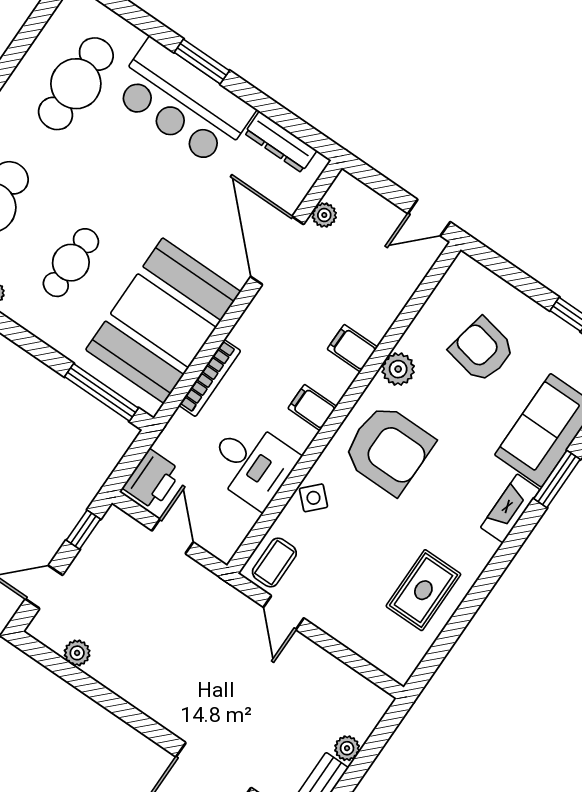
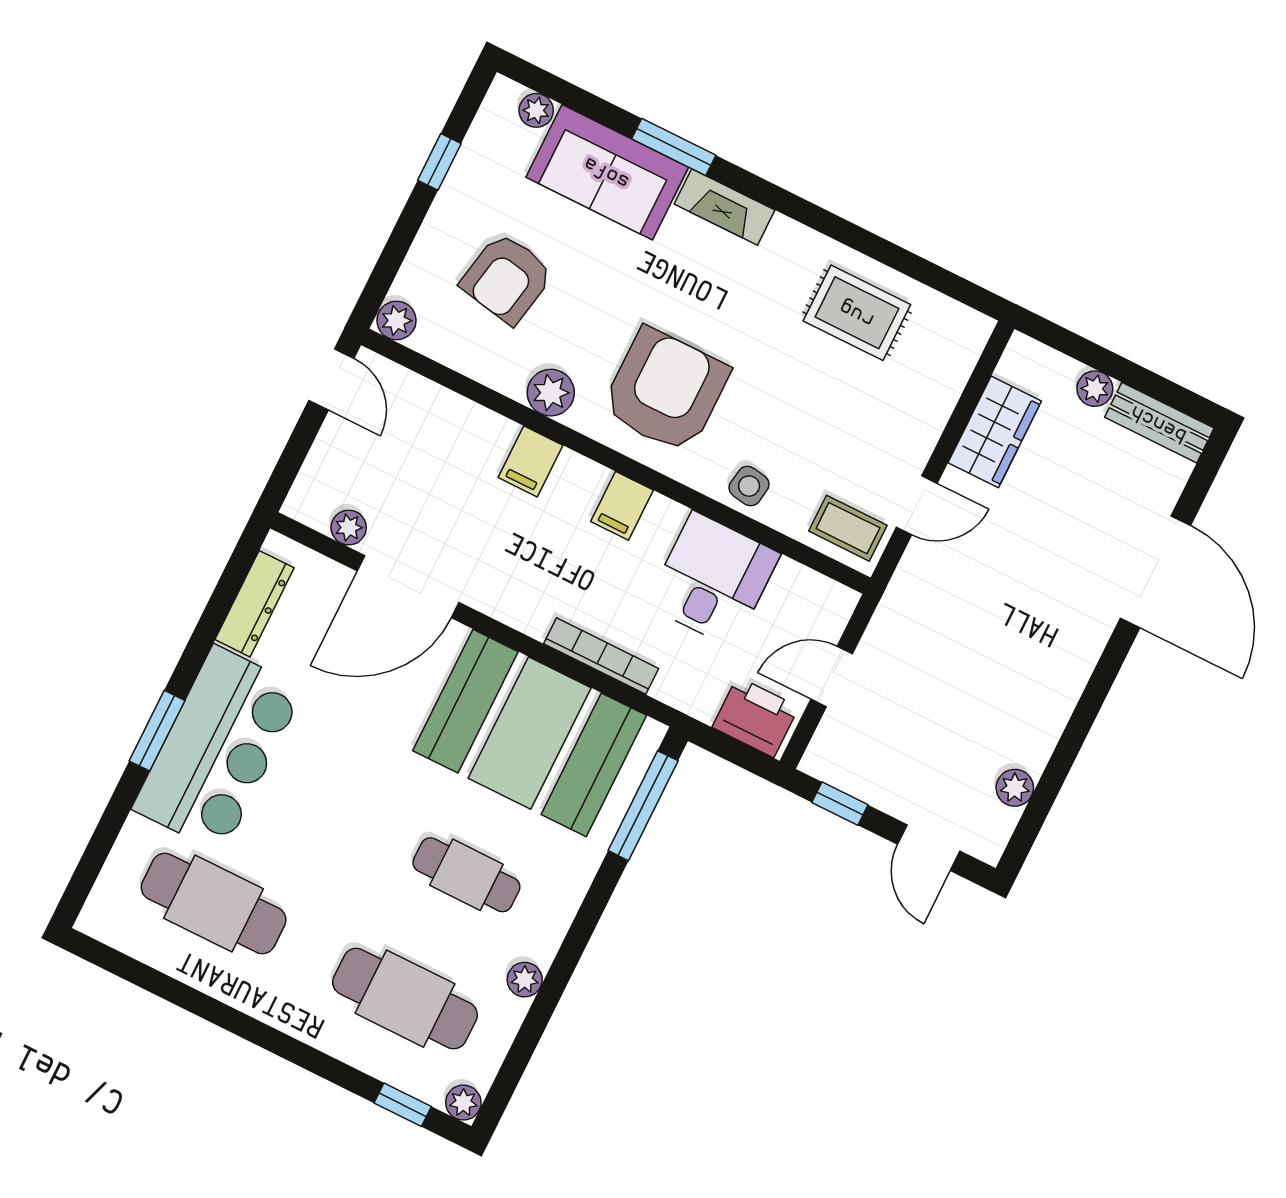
plant: (464, 269) -> (397, 320), added
side table: (313, 498) -> (749, 486), turned -35
wardrobe: (327, 674) -> (995, 432), added

